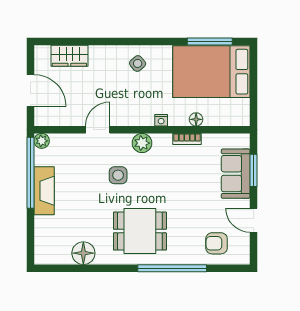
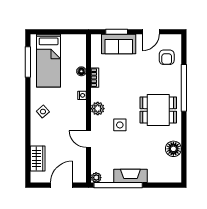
bed: (211, 72) -> (49, 61), width x0.67
dining table: (140, 231) -> (158, 110), turned 90

